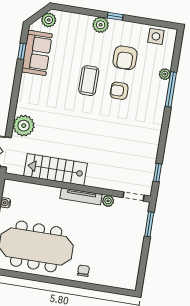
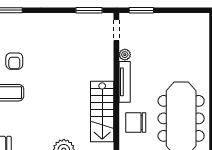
window: (158, 173) -> (89, 10), width x1.50
chair: (83, 271) -> (136, 122), moved, width x1.87, depth x1.87

